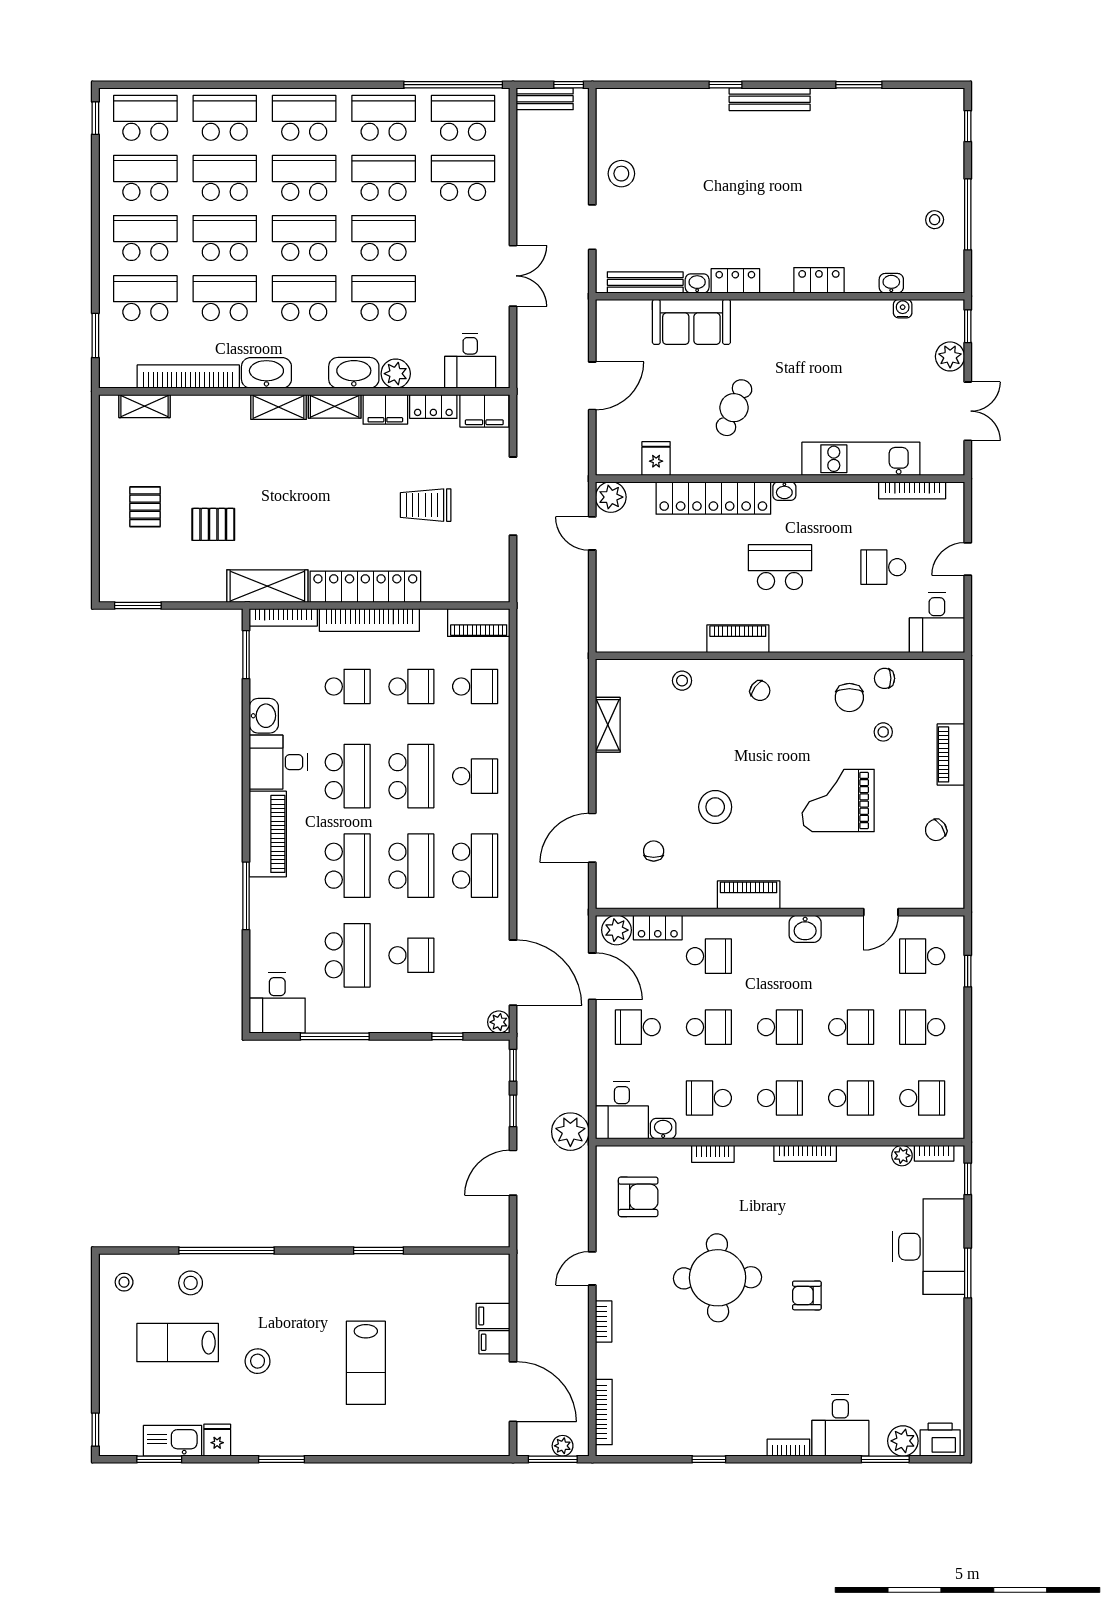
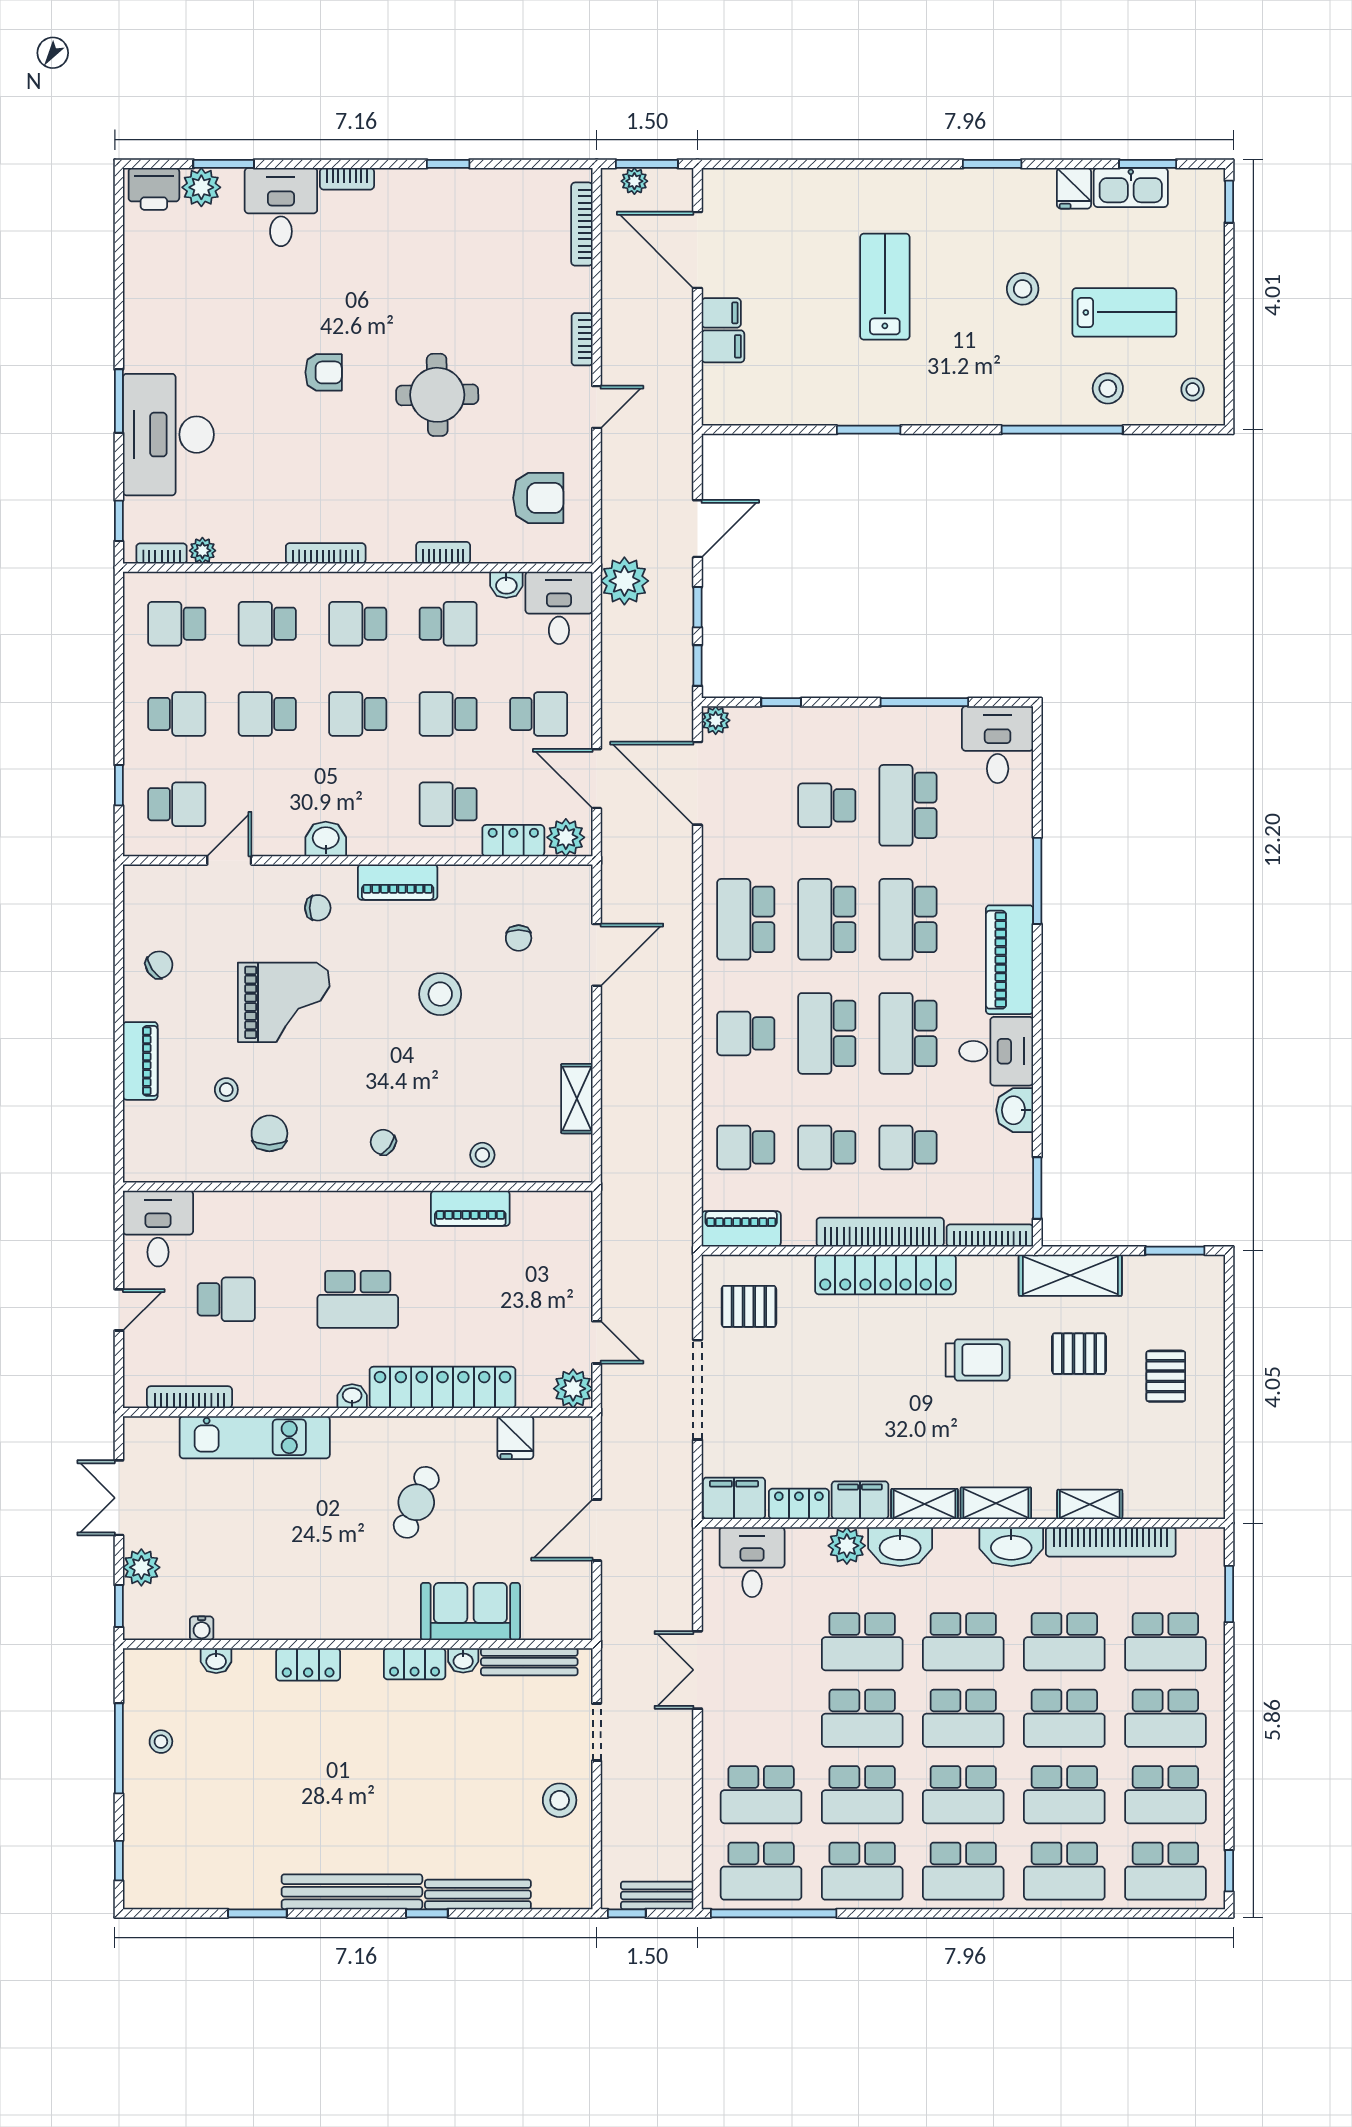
bench: (770, 99) -> (352, 1892), width x1.37, depth x1.21
bench: (686, 100) -> (478, 1894), added
shelving: (145, 406) -> (1090, 1504), moved
trolley: (426, 505) -> (978, 1360), moved
pallet: (473, 562) -> (749, 1306), added
shelving: (267, 586) -> (1070, 1275), moved
piano: (738, 639) -> (470, 1208), moved
chair: (885, 678) -> (318, 908), moved
armchair: (638, 1197) -> (538, 498), turned 180
round table: (718, 1278) -> (437, 395), width x0.73, depth x0.73

